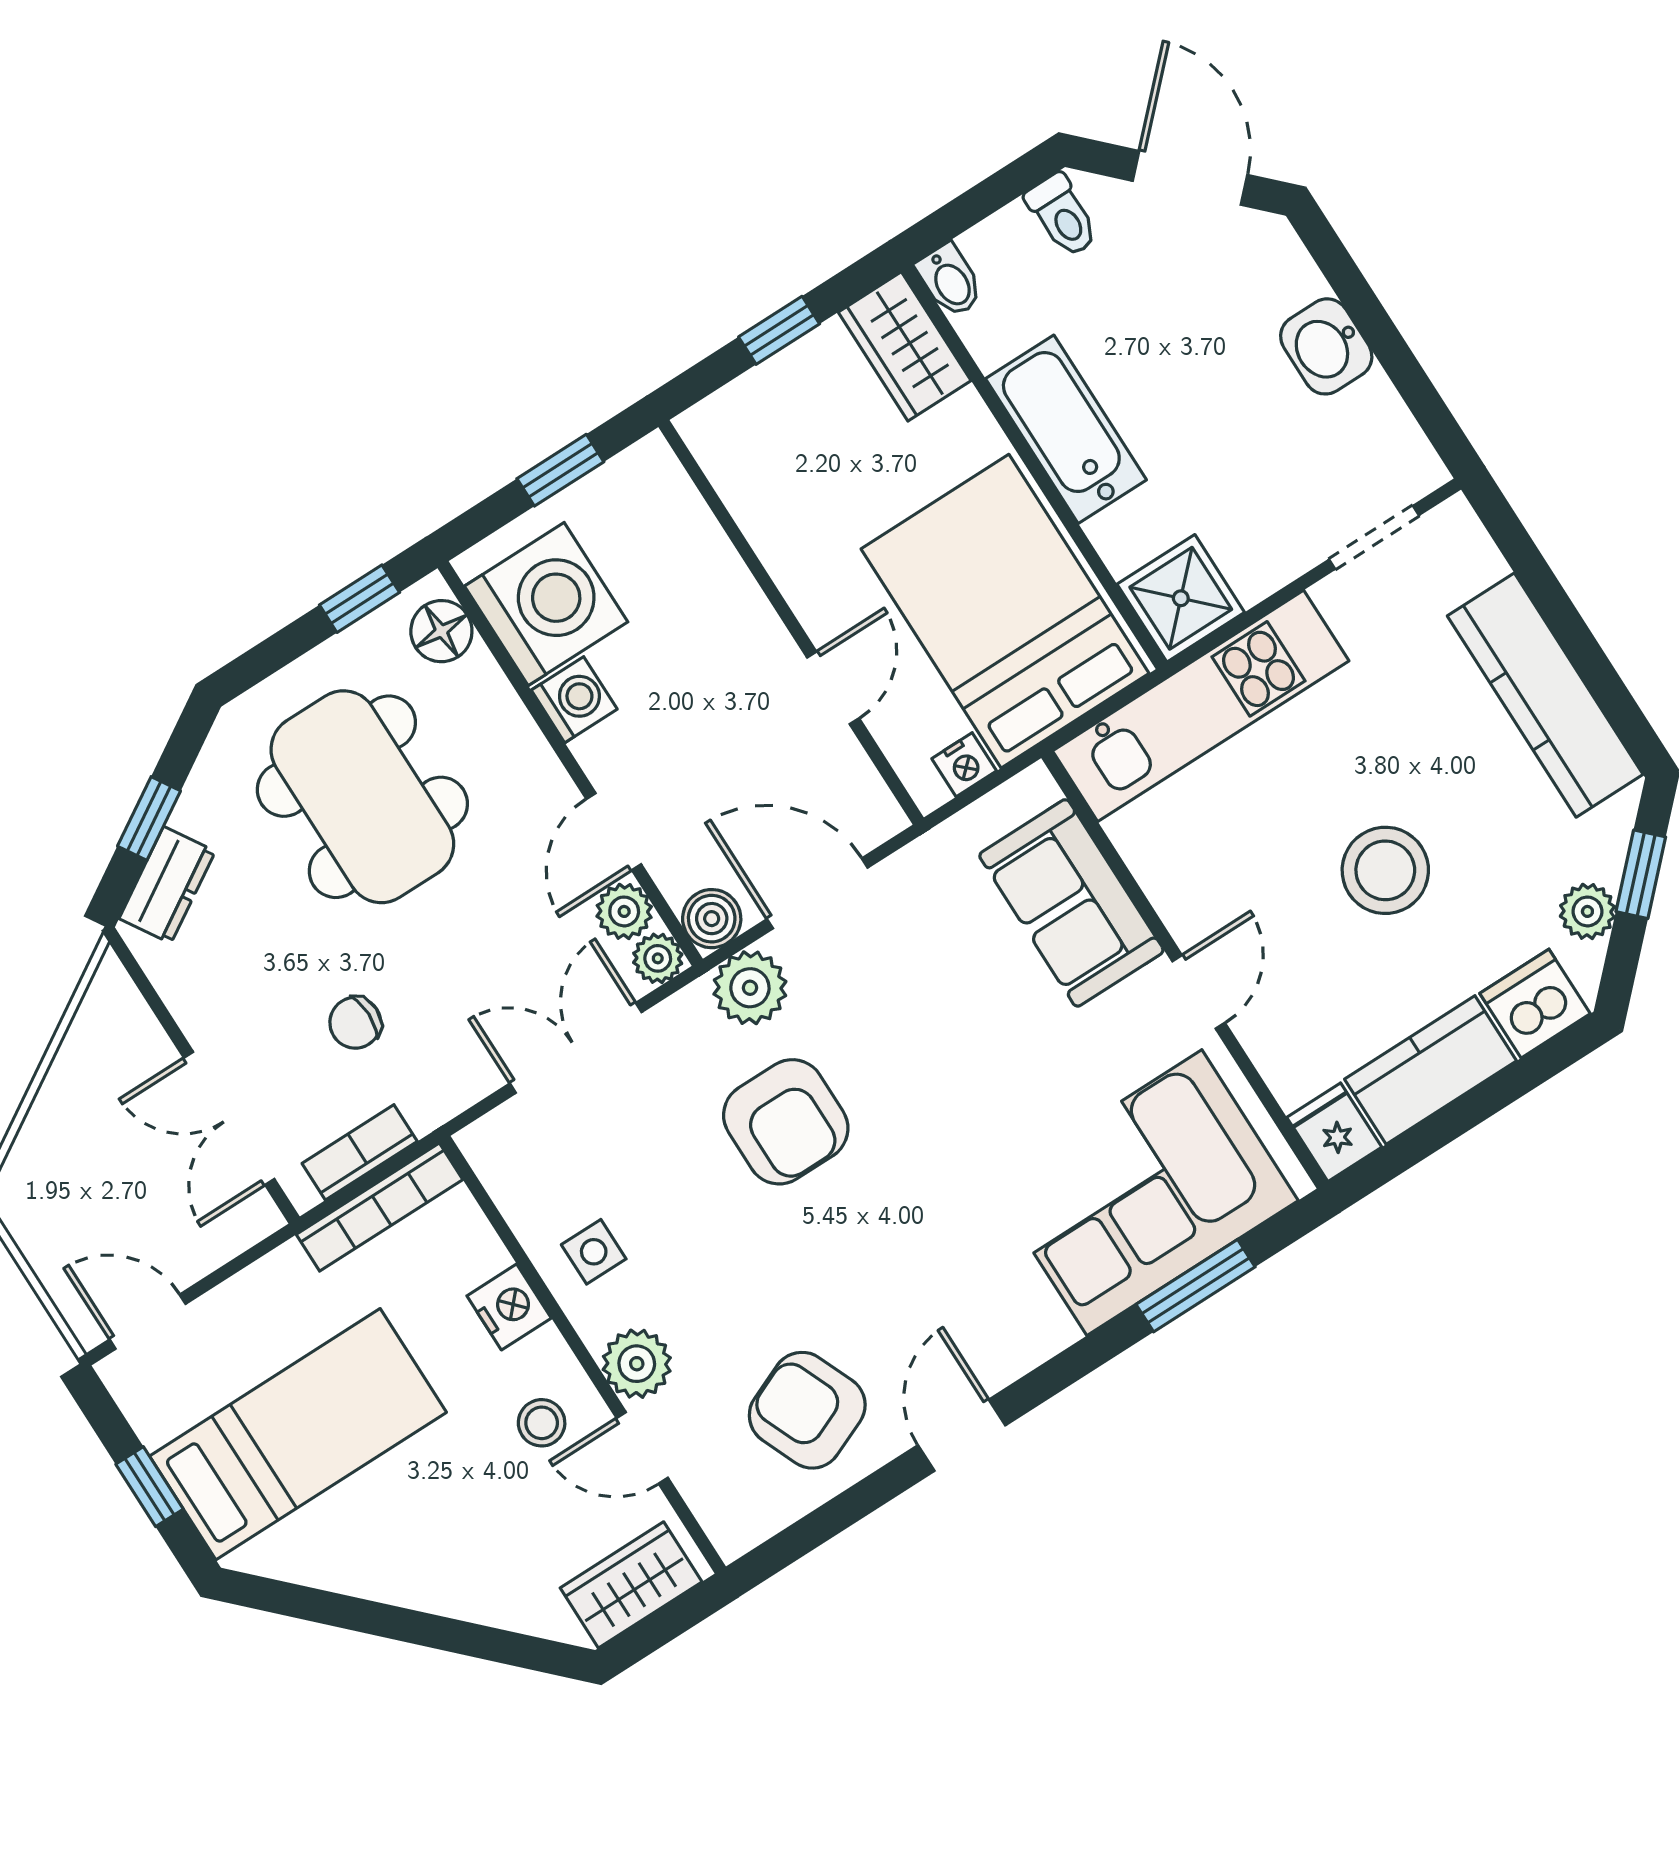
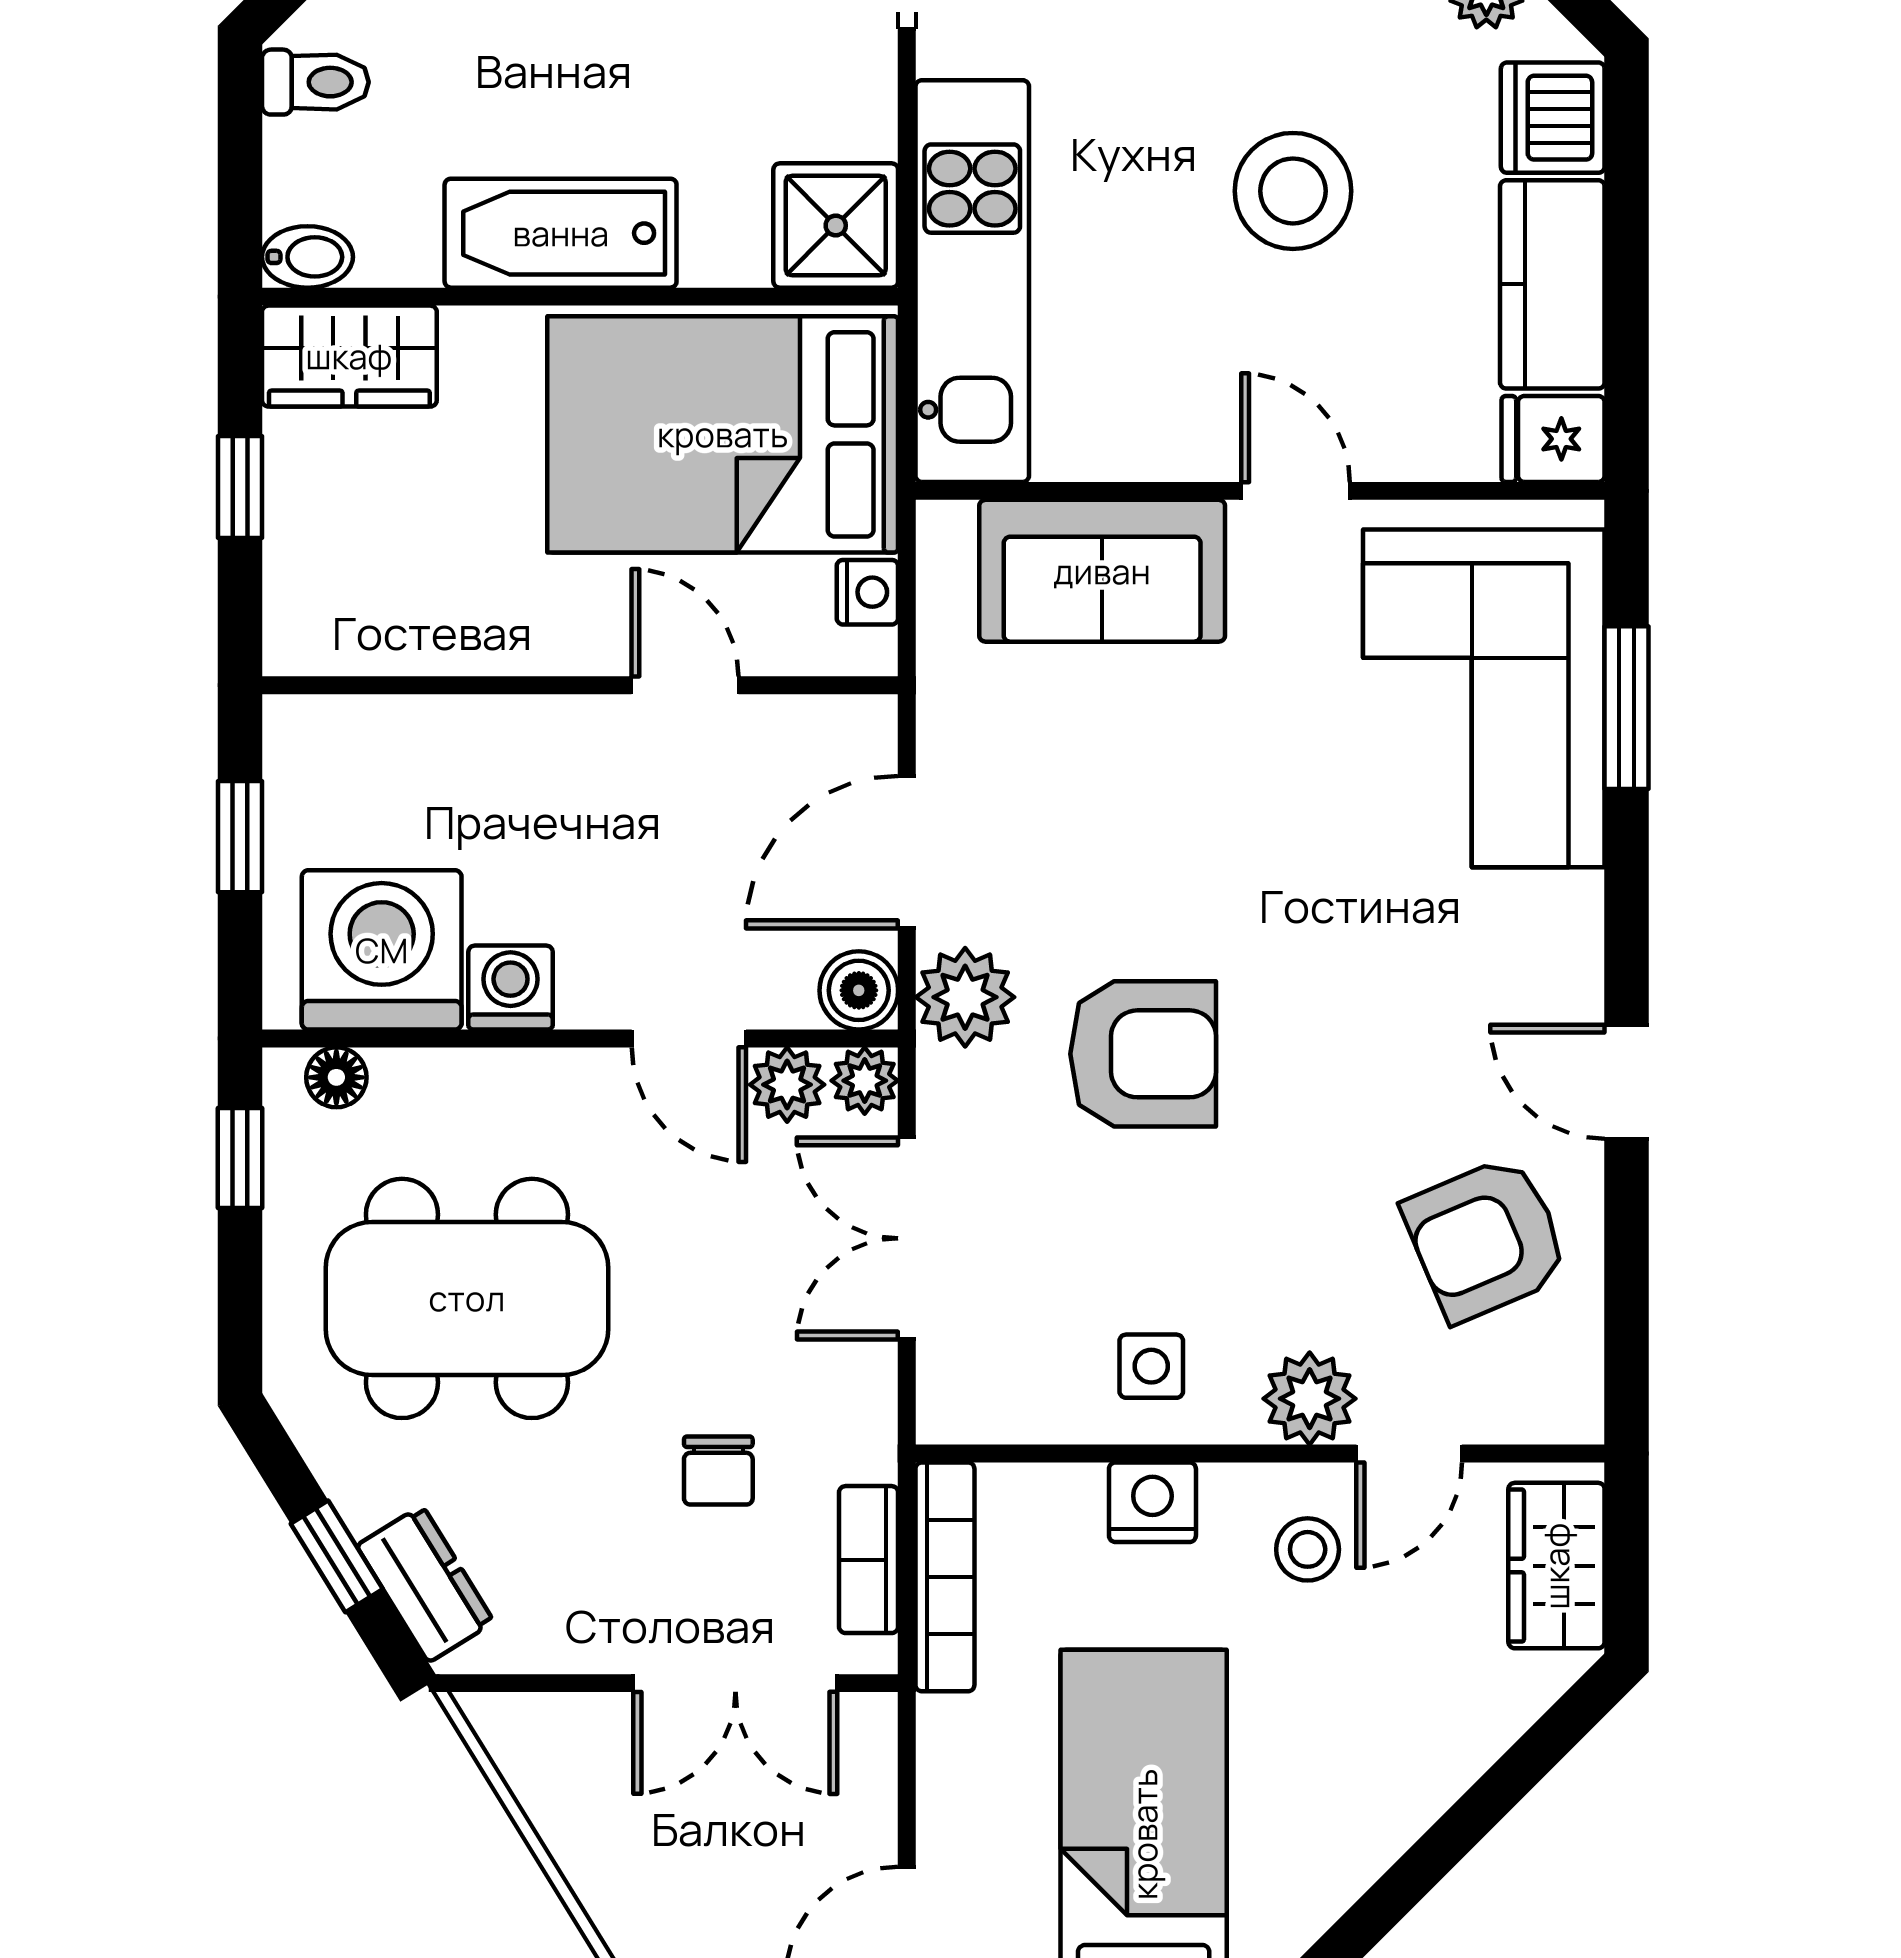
floor lamp: (441, 631) -> (336, 1077), width x0.73, depth x0.73

